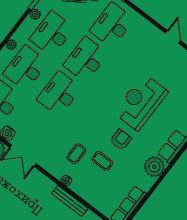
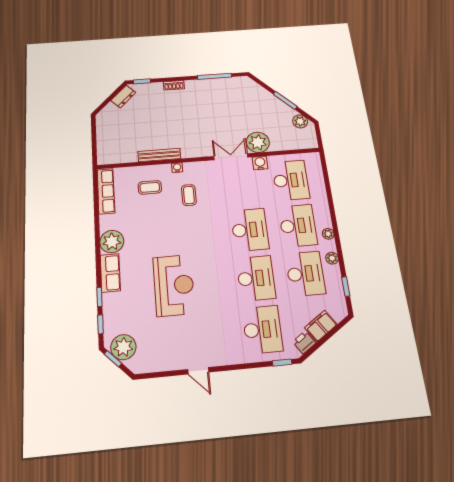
plant: (35, 14) -> (332, 258), moved
armchair: (121, 140) -> (162, 238), removed
coffee table: (102, 161) -> (150, 187), moved

